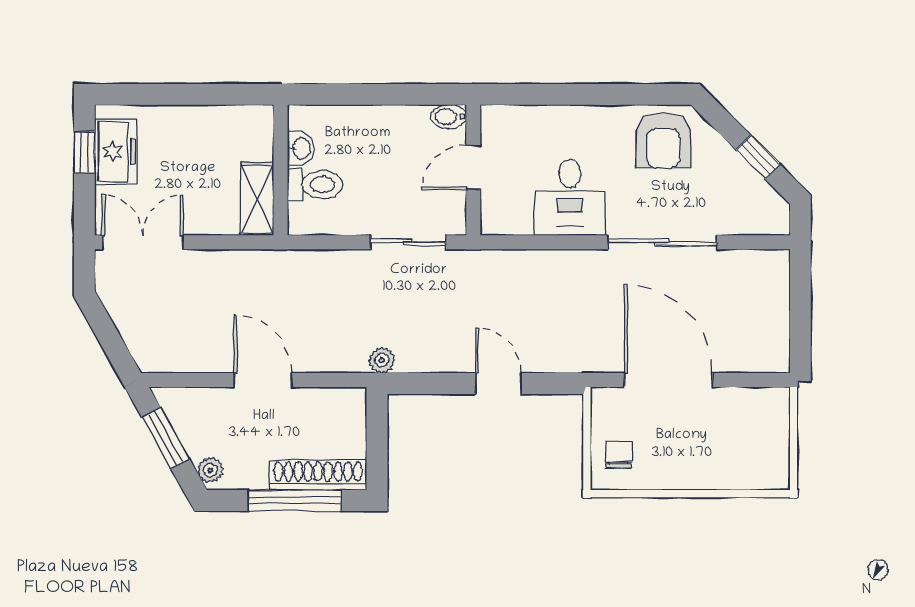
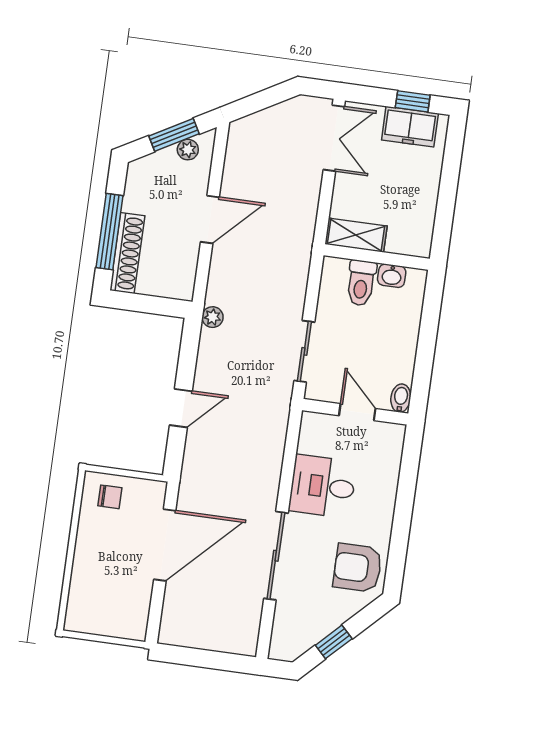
plant: (210, 470) -> (188, 150), moved

